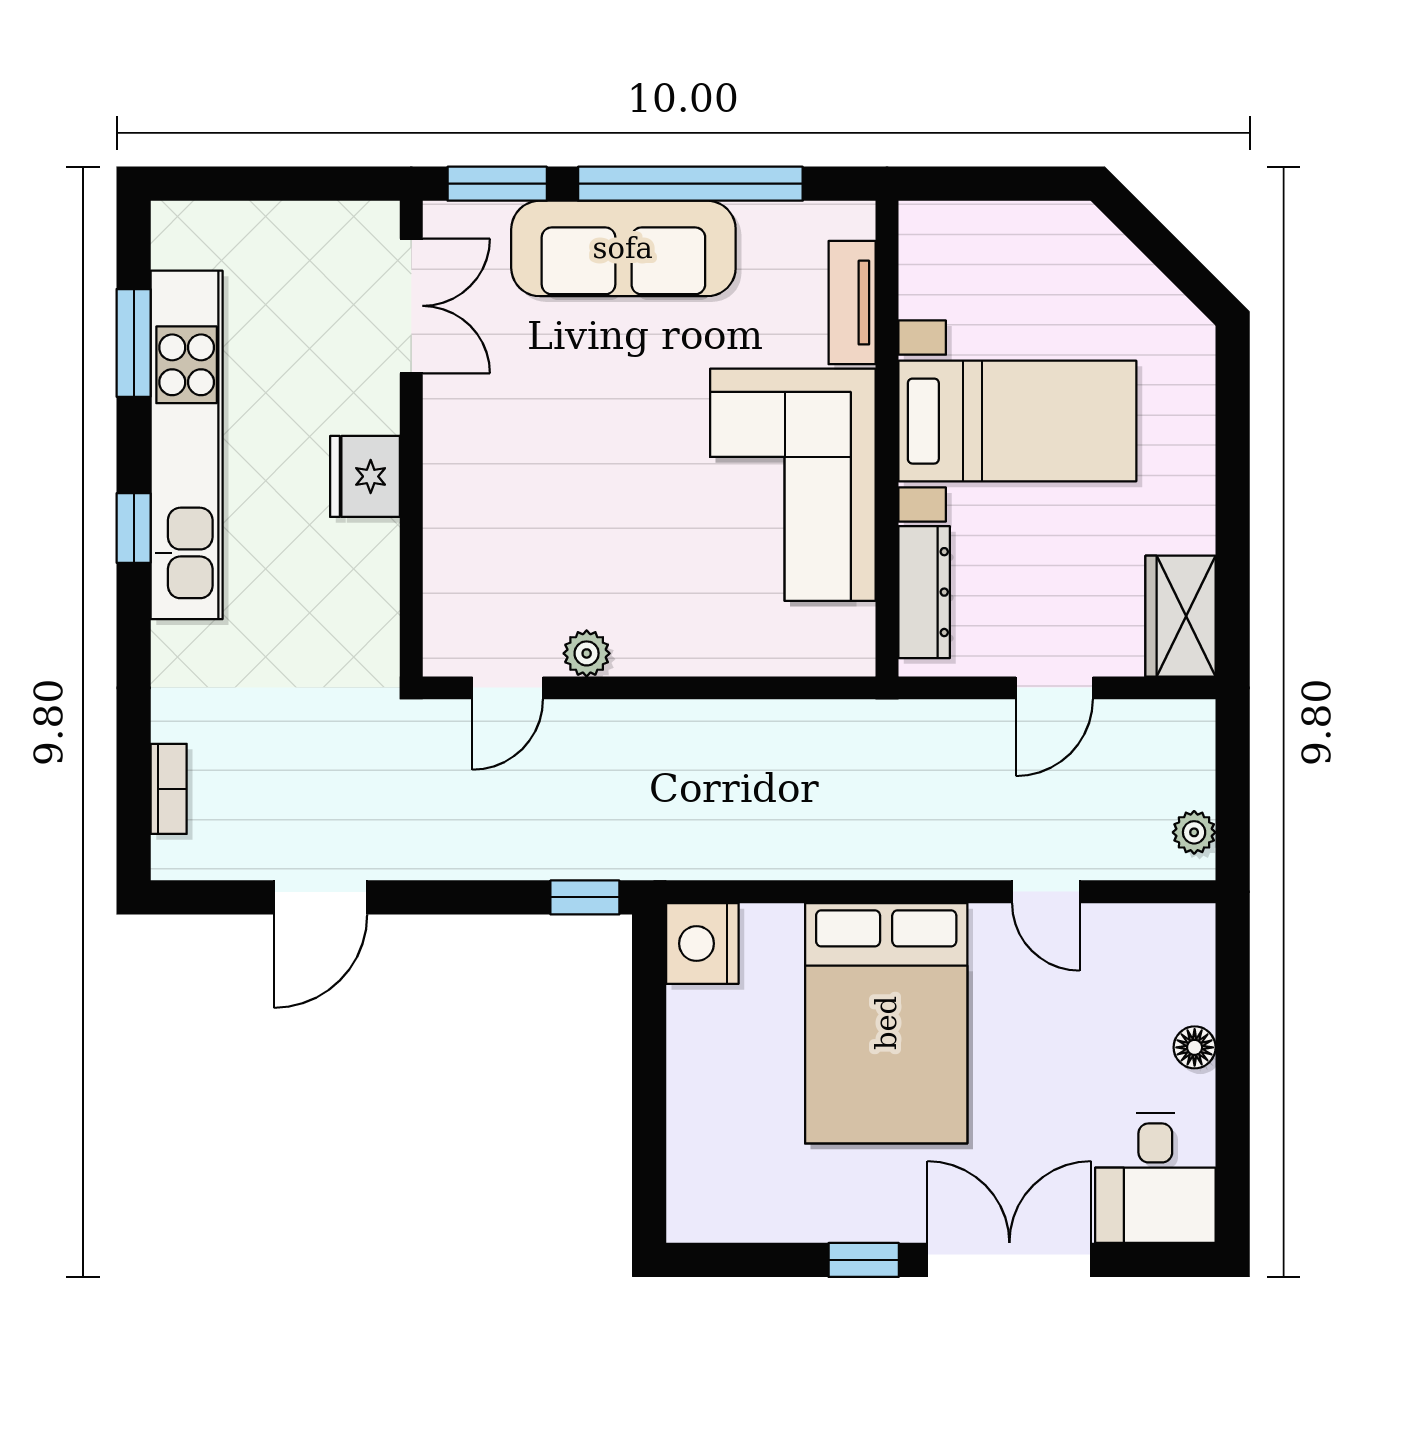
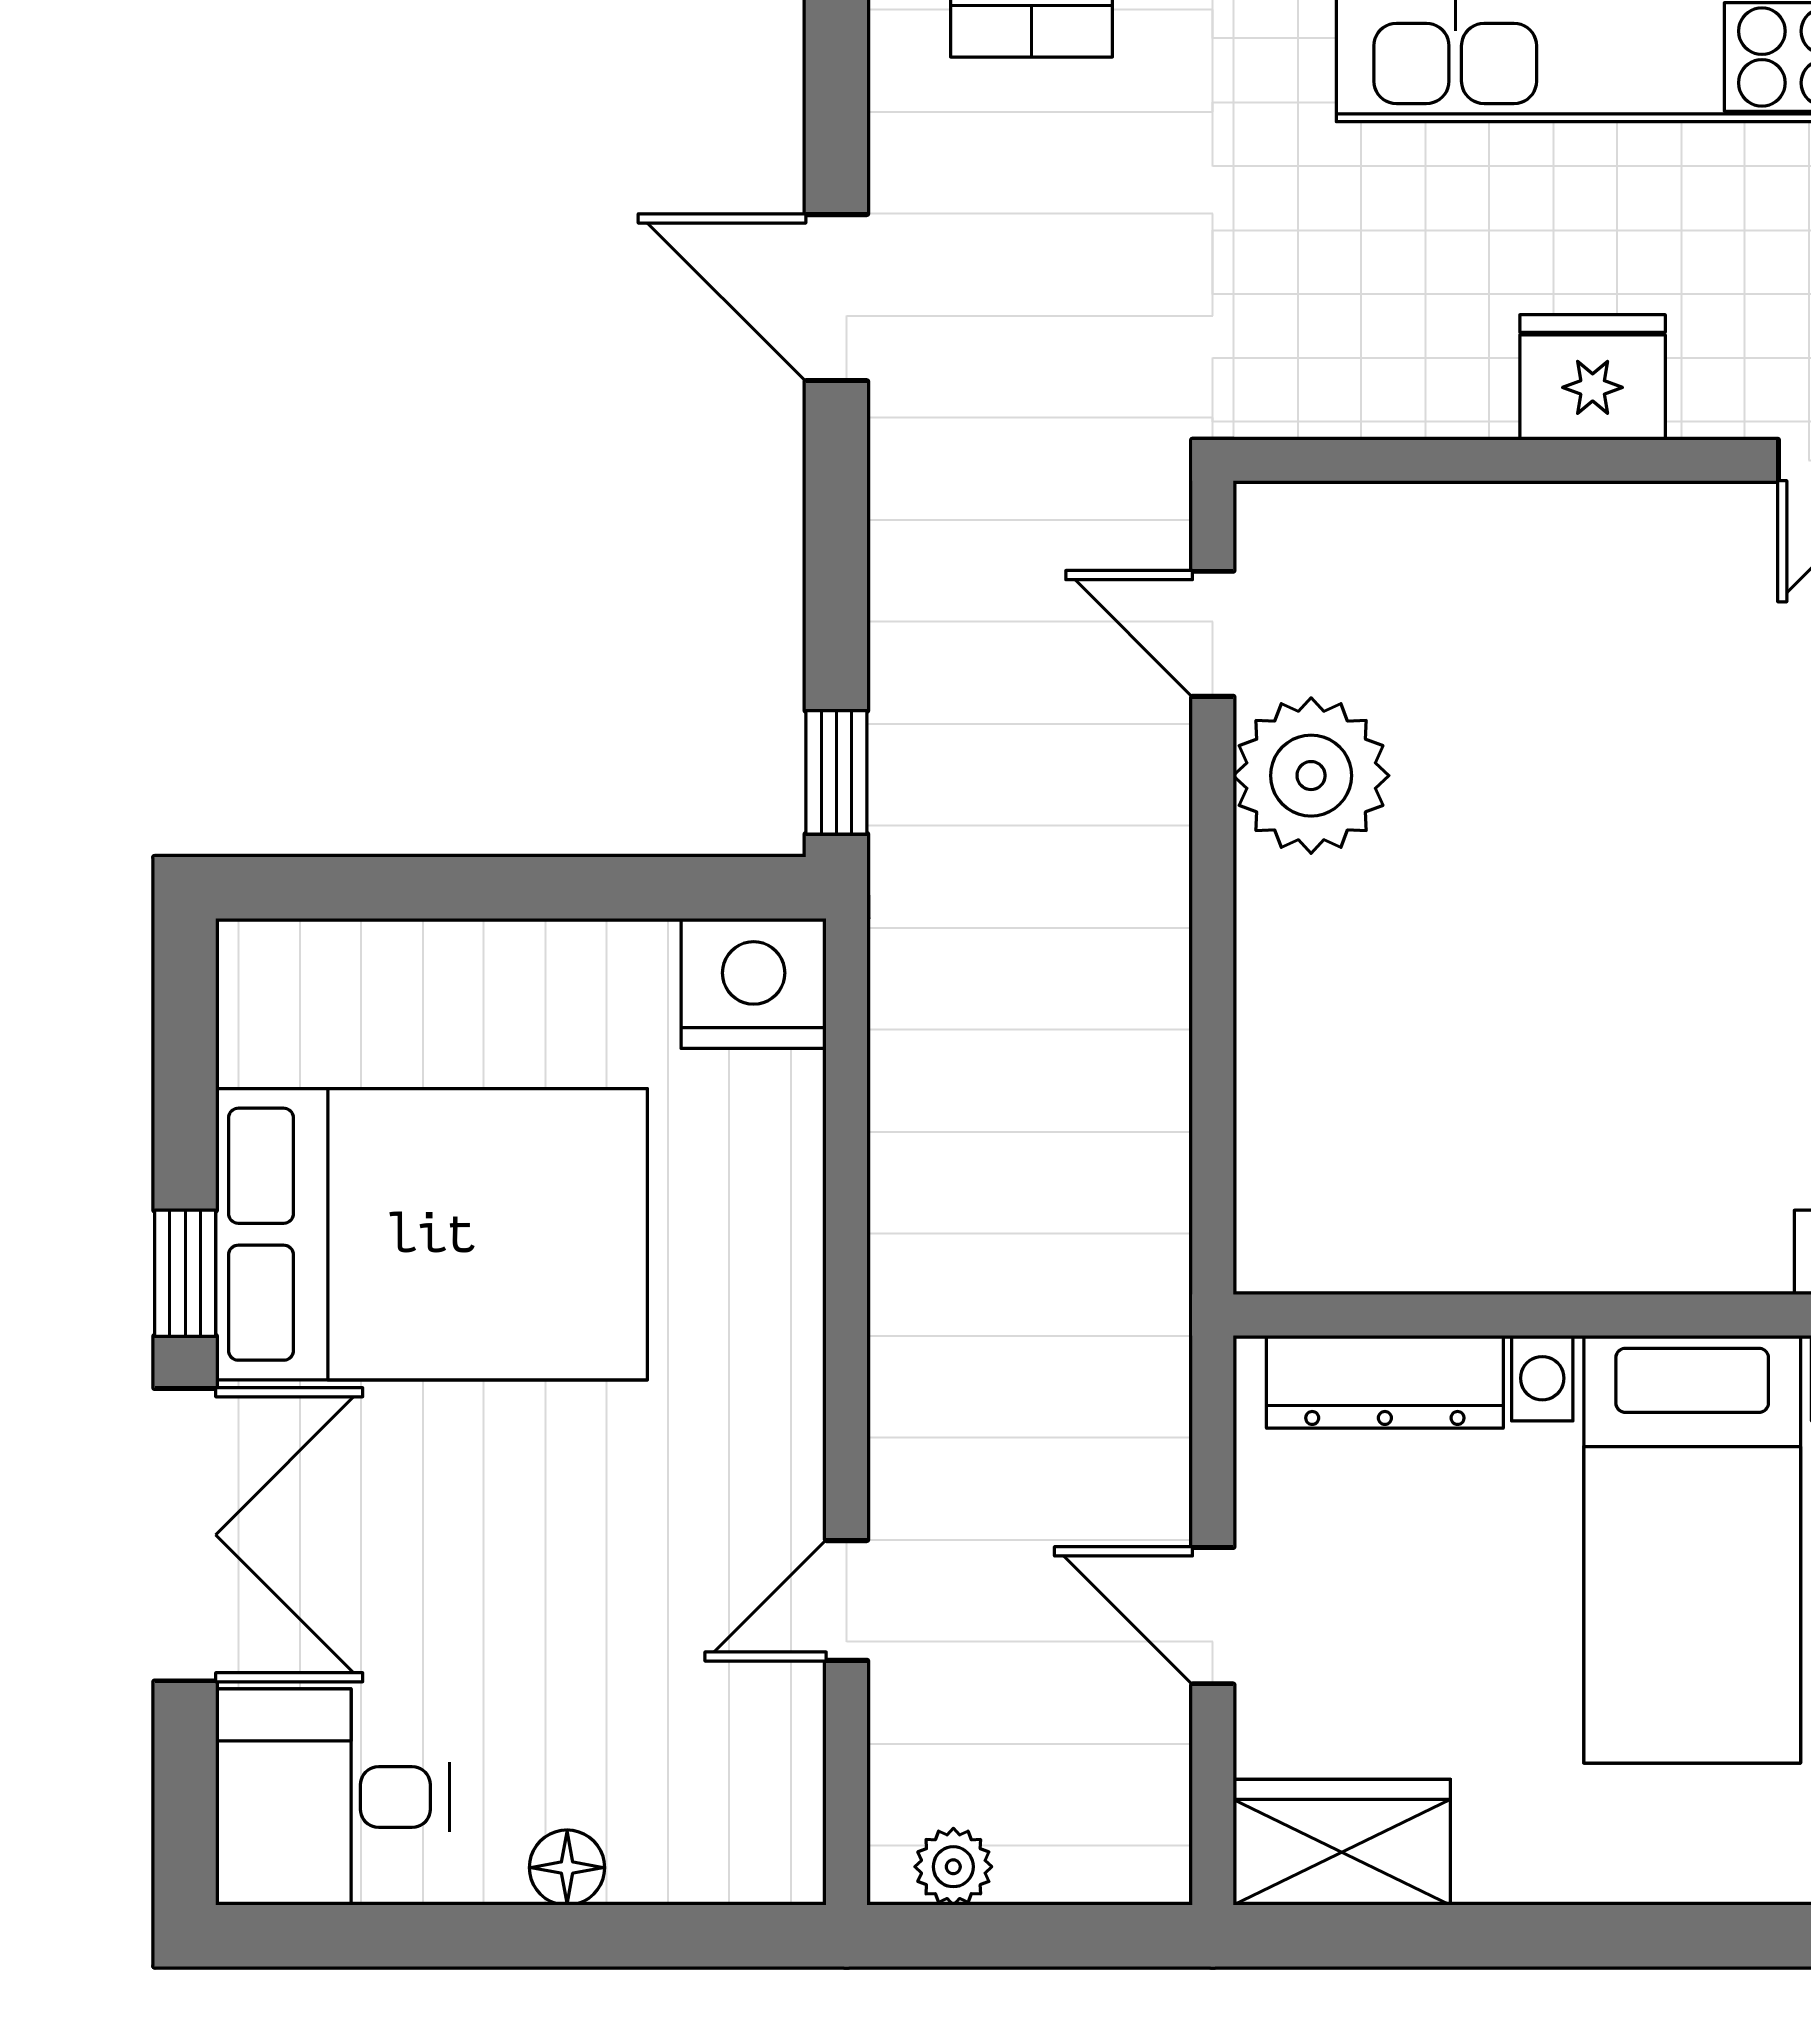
corner sofa: (793, 485) -> (1578, 1146), removed
plant: (587, 653) -> (1311, 776), width x1.88, depth x1.88
bed: (886, 1023) -> (432, 1234), moved, turned 180

